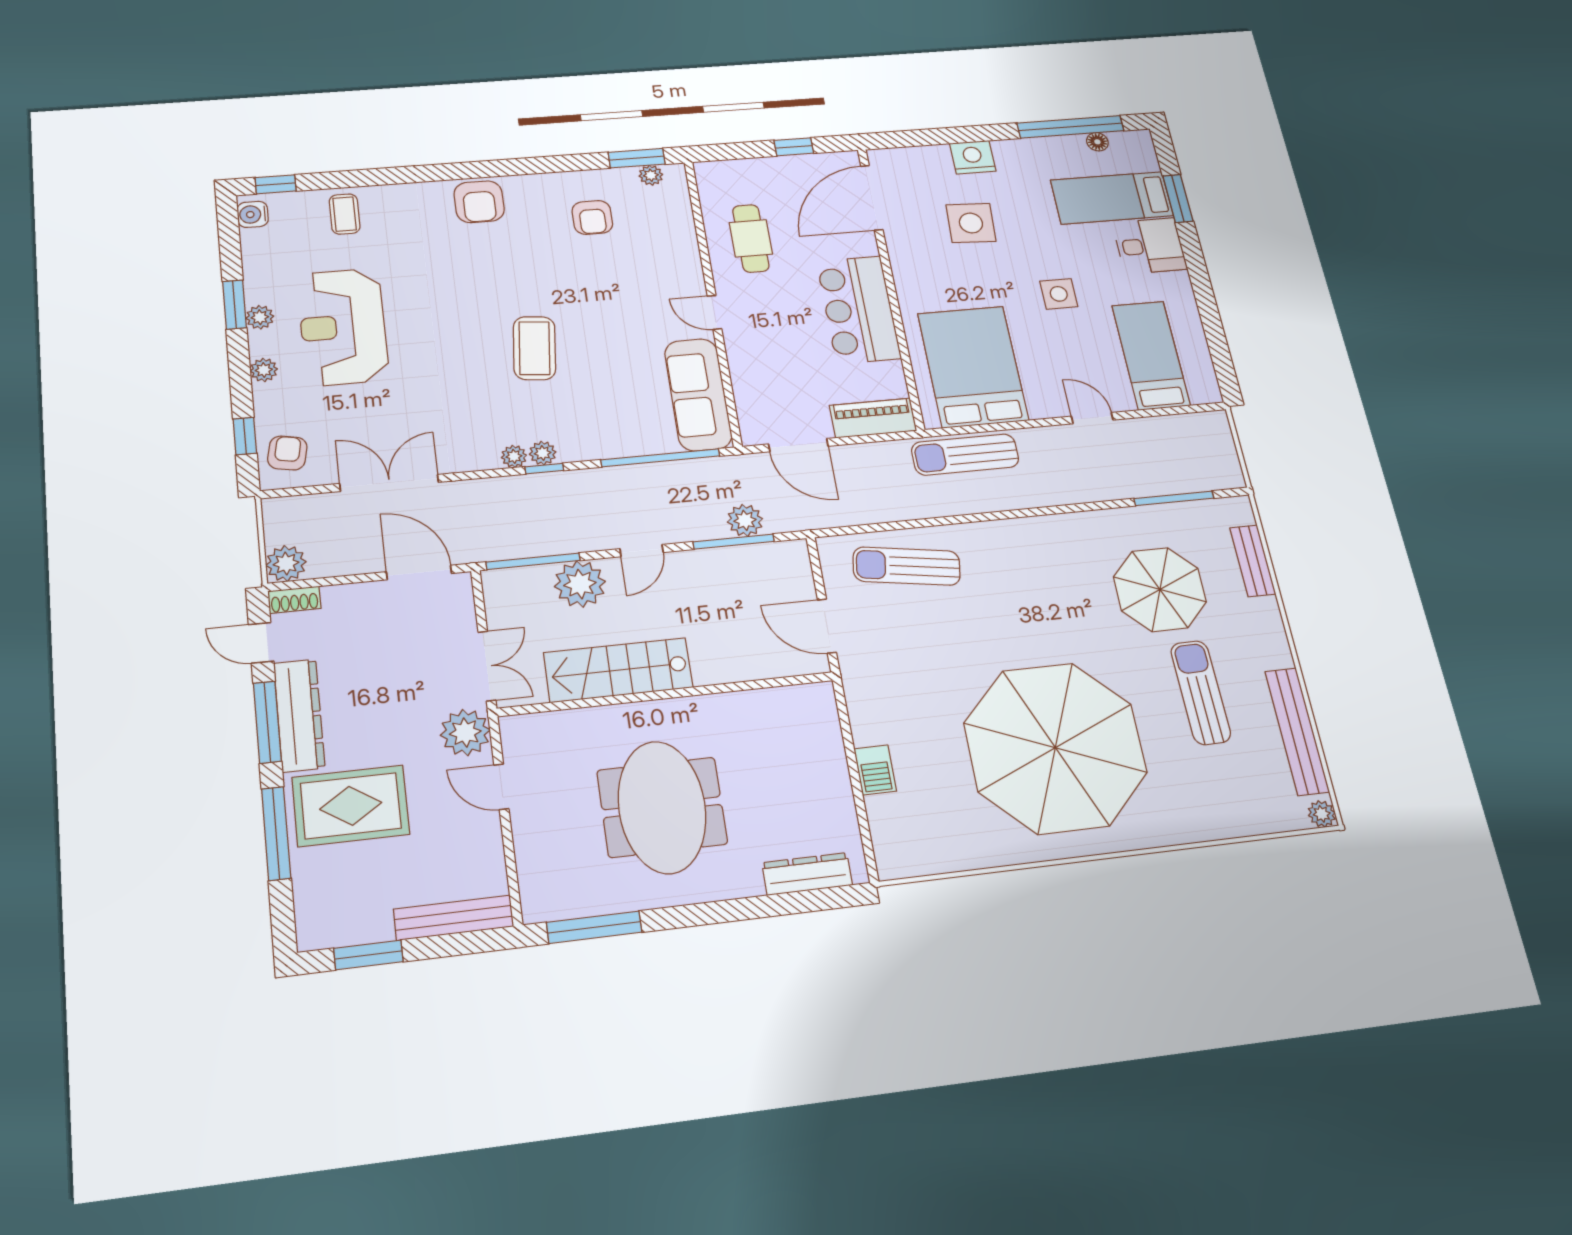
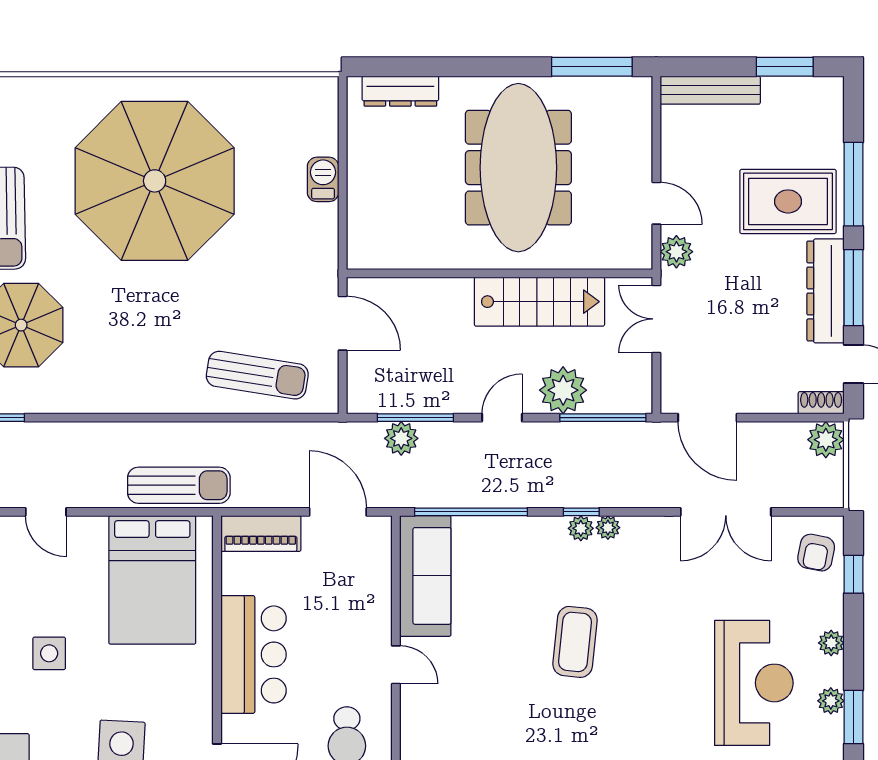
plant: (465, 733) -> (676, 252), width x0.73, depth x0.73
meeting table: (662, 807) -> (518, 168), width x1.36

